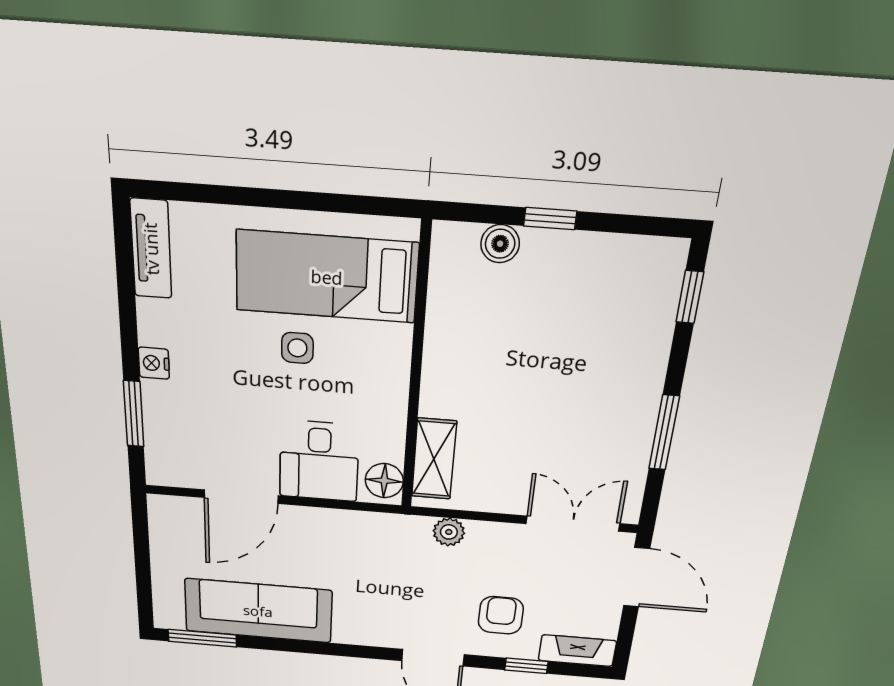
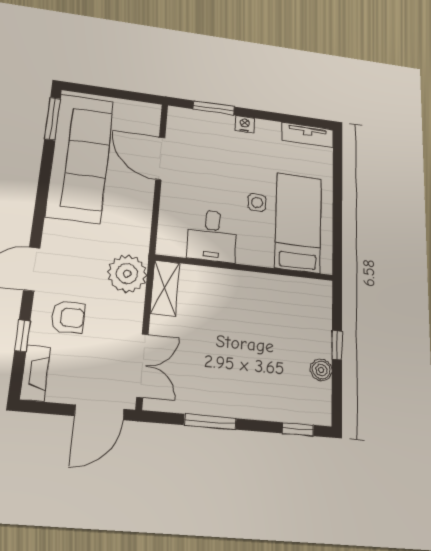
boiler: (500, 244) -> (321, 370), moved
shelving: (434, 459) -> (165, 288), moved, turned 90
desk: (319, 461) -> (212, 236), moved, turned -90
floor lamp: (384, 481) -> (173, 245), removed
plant: (449, 532) -> (127, 274), width x1.88, depth x1.88
sofa: (258, 611) -> (80, 158), width x1.36, depth x1.27

